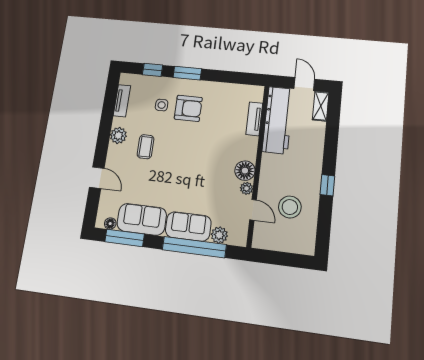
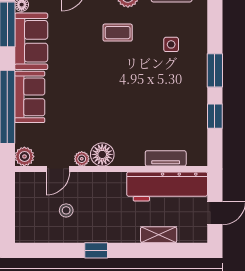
window: (153, 70) -> (215, 116), moved
shelving: (321, 106) -> (159, 235), moved
armchair: (188, 108) -> (170, 78), removed
stool: (290, 207) -> (66, 210), width x0.53, depth x0.53
plant: (219, 235) -> (24, 156), moved

